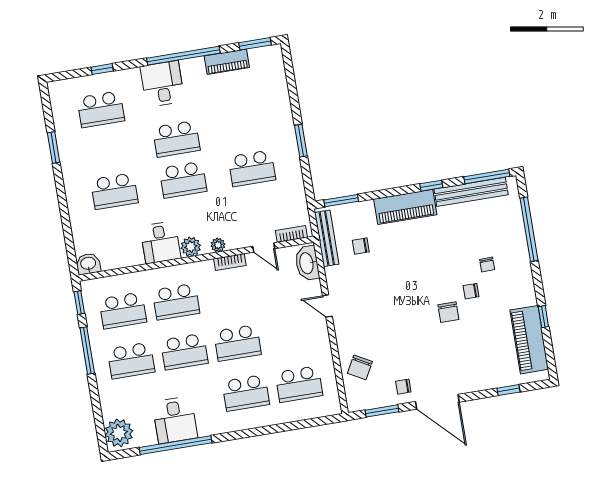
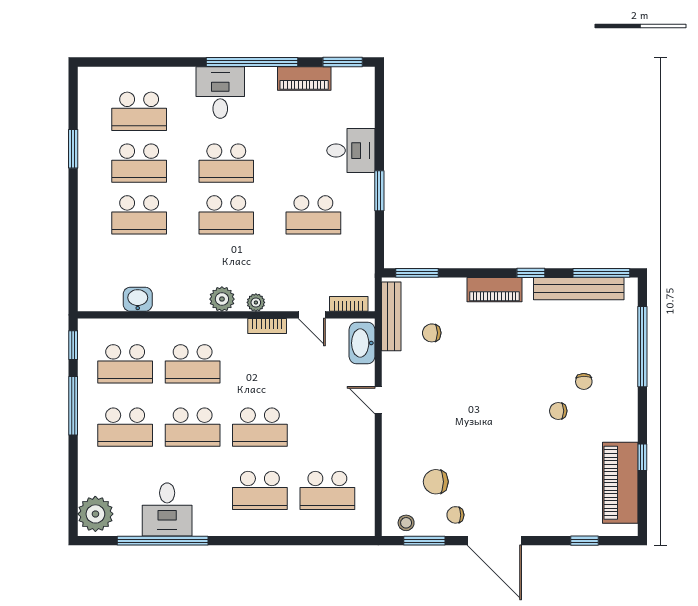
window: (102, 69) -> (149, 62), removed
school desk: (108, 150) -> (139, 163), added
piano: (405, 207) -> (494, 290), width x0.73, depth x0.75
desk: (160, 242) -> (351, 151), moved, turned -90
washbasin: (88, 264) -> (138, 299), moved
chair: (448, 312) -> (526, 432), removed
chair: (360, 367) -> (436, 482), moved, turned 61
stool: (365, 399) -> (406, 523), added

